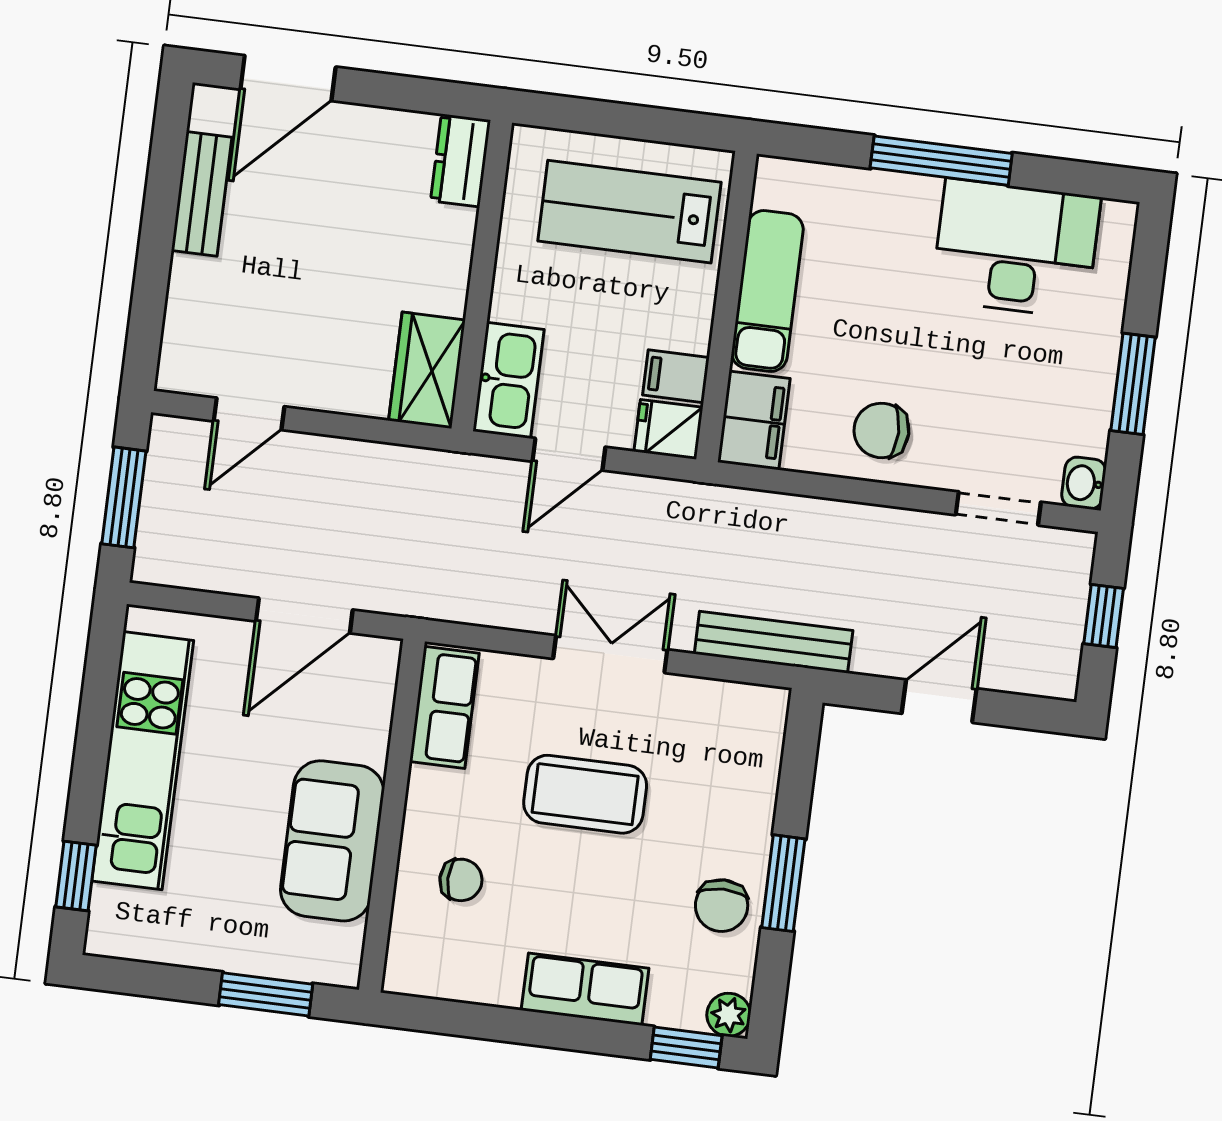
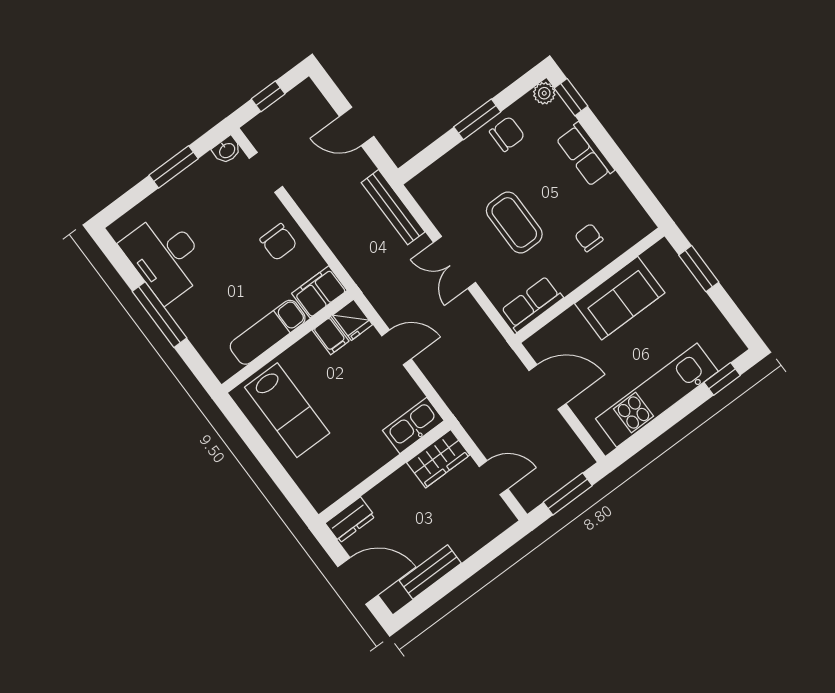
dresser: (460, 160) -> (350, 520), moved
wall: (482, 276) -> (385, 472), moved
wardrobe: (427, 370) -> (438, 459), moved
kitchen sink: (509, 380) -> (413, 425), moved

